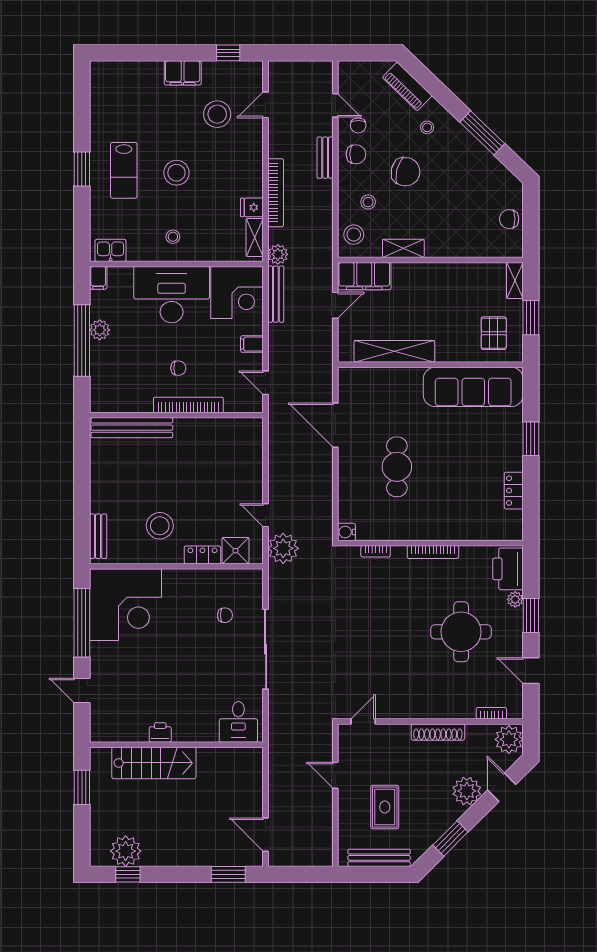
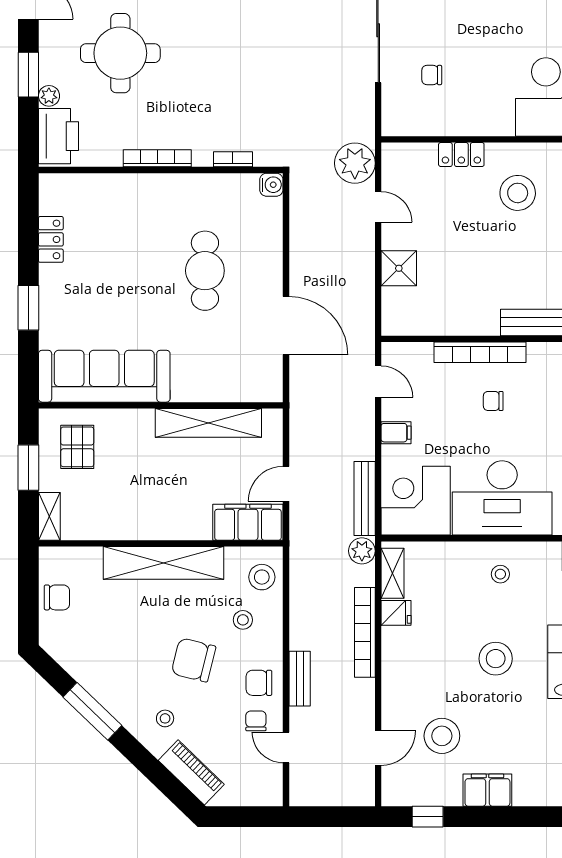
shelving: (403, 248) -> (164, 563), width x2.20, depth x1.33
shower: (236, 551) -> (399, 268), moved

